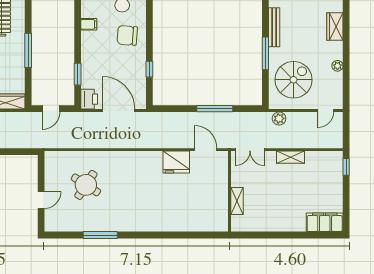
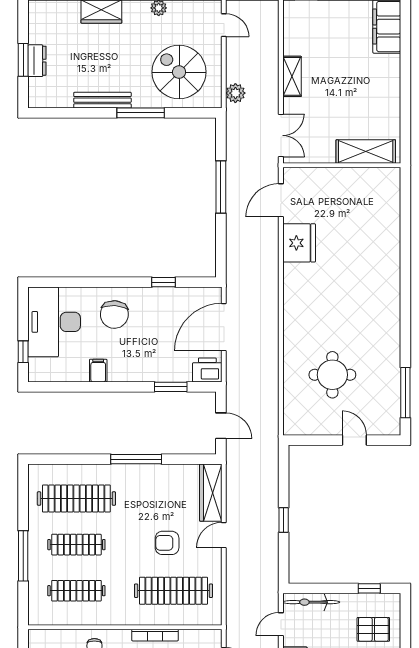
round table: (86, 185) -> (332, 375), turned -33
shelving: (237, 201) -> (366, 152), width x1.50, depth x1.33
window: (100, 235) -> (405, 393), moved

